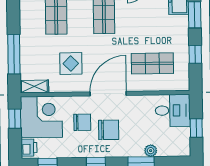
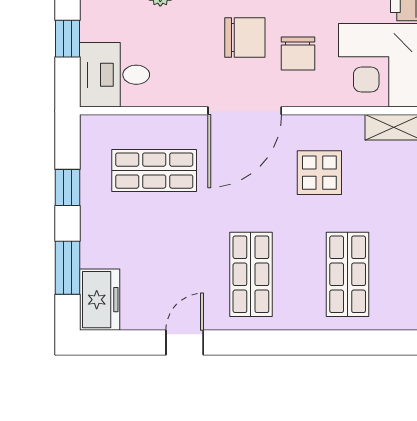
chair: (82, 122) -> (298, 54), turned -90
chair: (109, 130) -> (245, 37), turned 180

